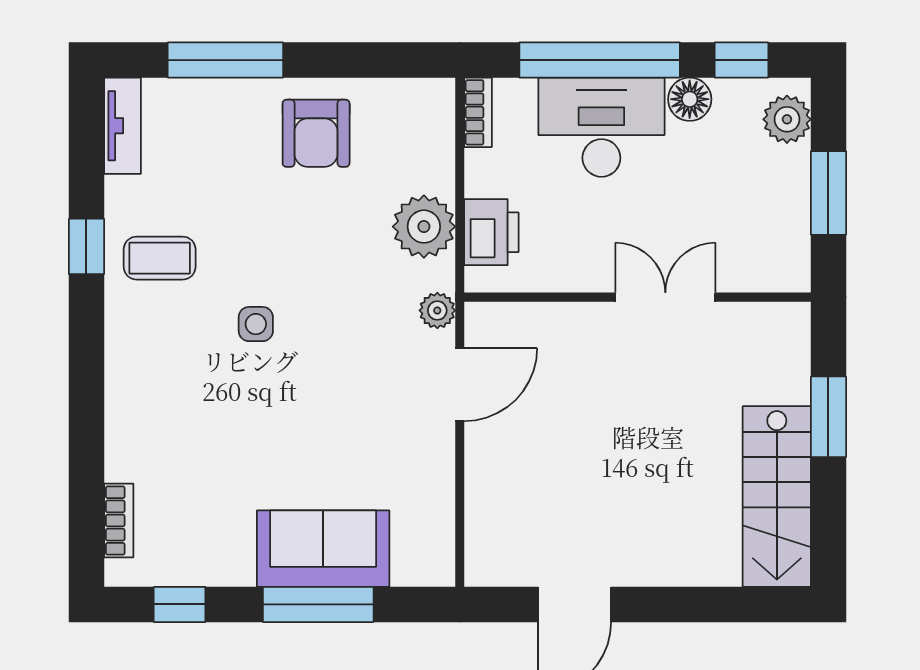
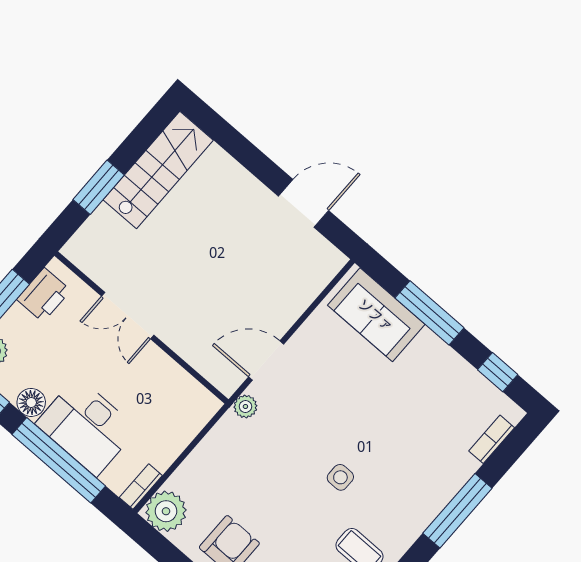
plant: (424, 227) -> (166, 511), moved
printer: (491, 232) -> (44, 295), moved, turned 180
window: (86, 403) -> (457, 511), added
sofa: (323, 549) -> (376, 315), moved

